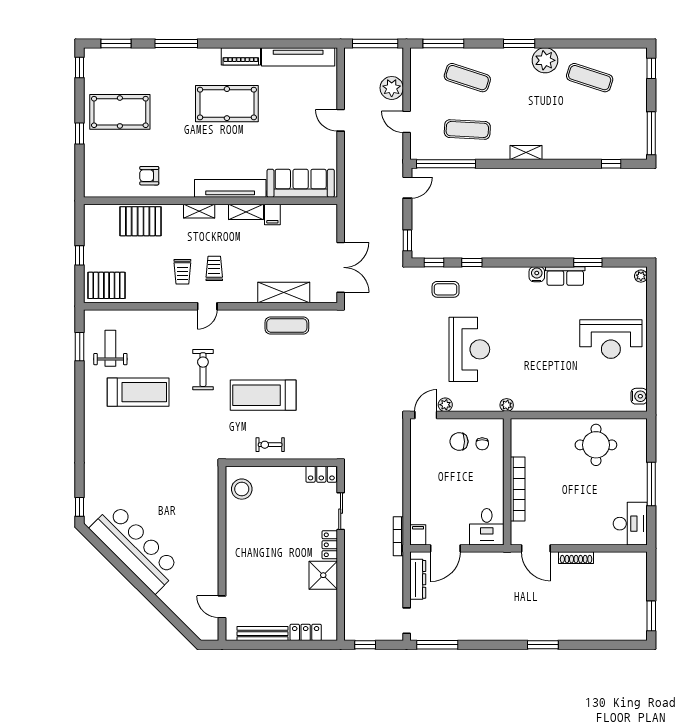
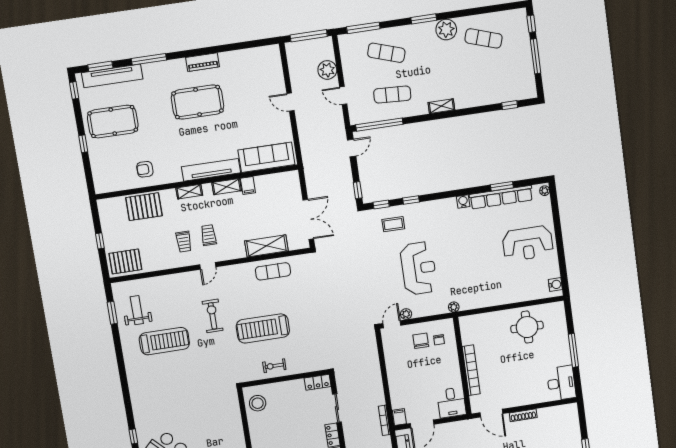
tv unit: (298, 57) -> (112, 76), moved
window: (651, 133) -> (536, 56), moved
row of seats: (565, 276) -> (501, 197), width x2.02
chair: (459, 442) -> (421, 341), turned 90

